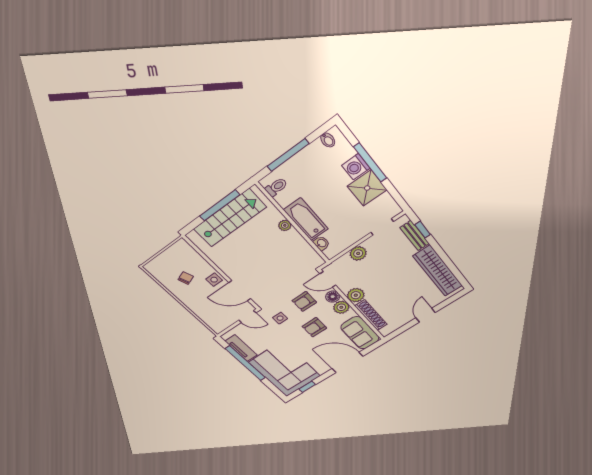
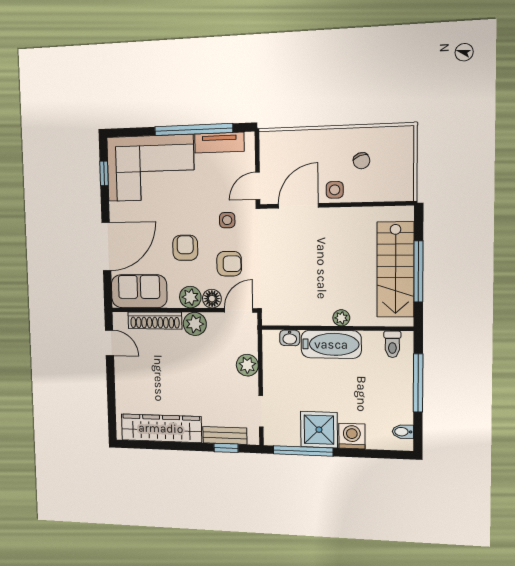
window: (370, 163) -> (303, 451), moved
armchair: (304, 301) -> (229, 264), turned 90
door: (426, 315) -> (109, 343), moved

